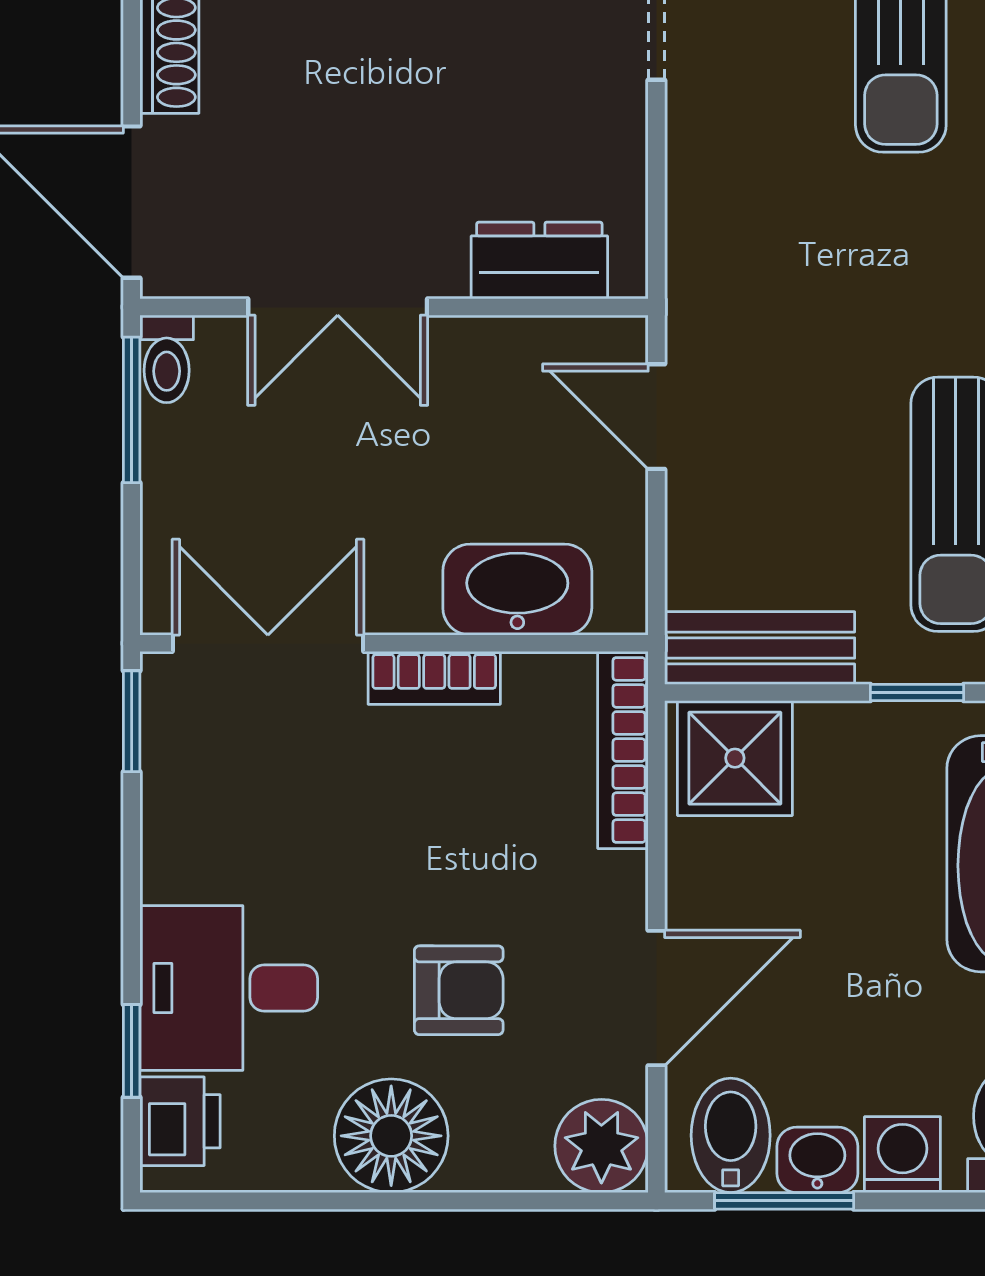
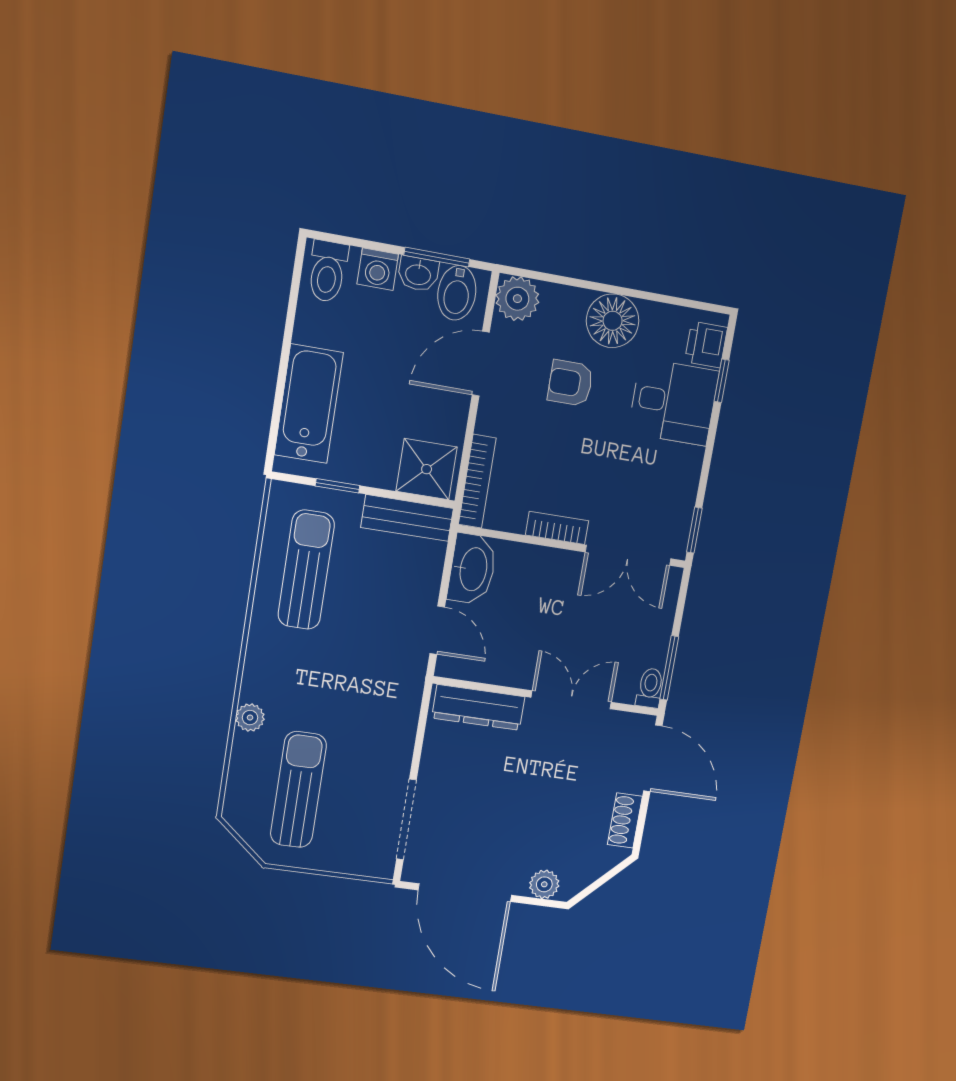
dresser: (539, 260) -> (478, 707), width x1.44
washbasin: (517, 590) -> (472, 569), moved, turned -90

